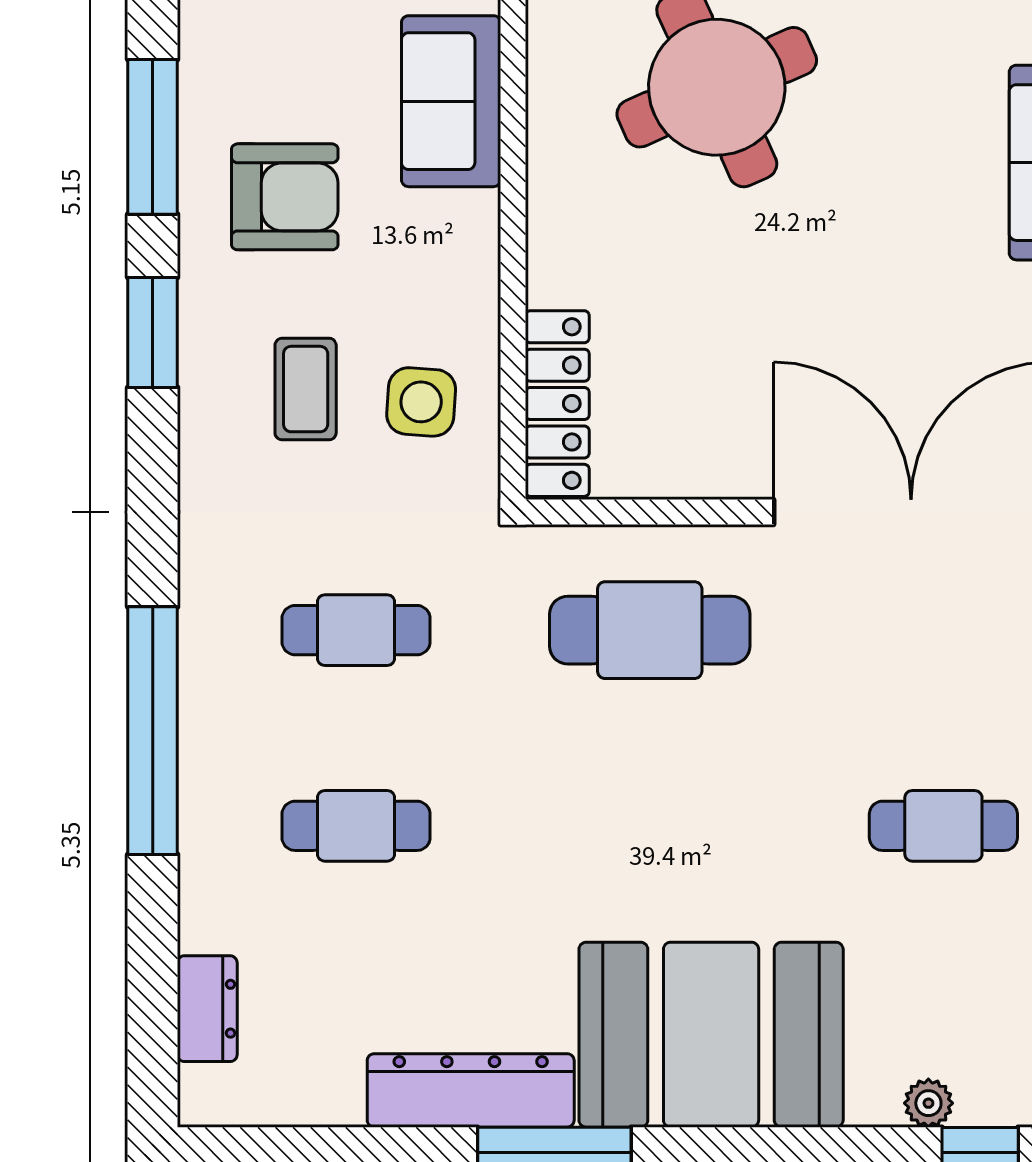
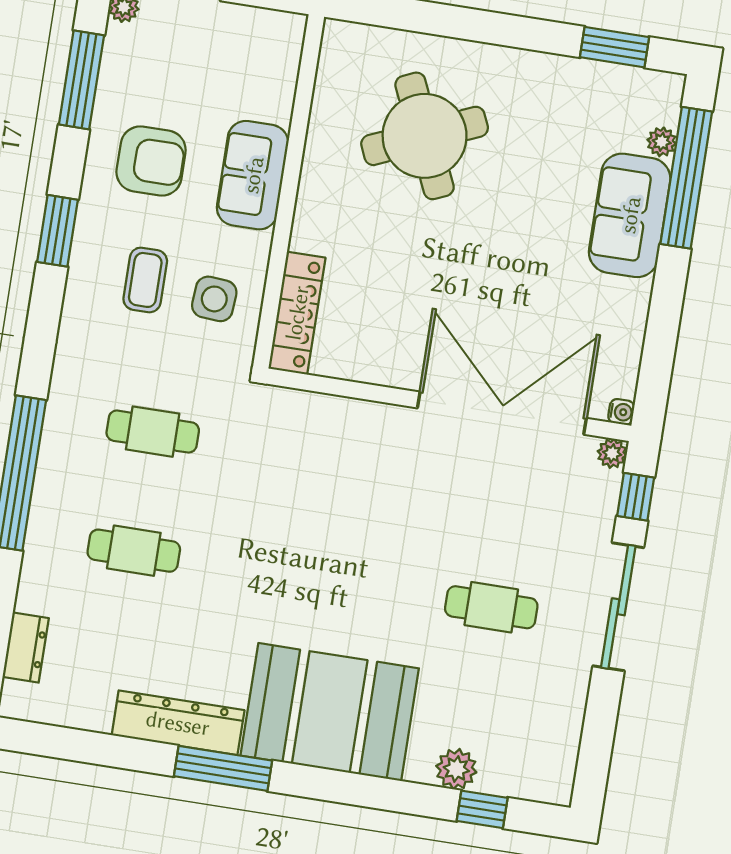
sofa: (451, 101) -> (253, 175), moved
window: (153, 137) -> (81, 80), moved
cafe table: (650, 630) -> (331, 460), removed
plant: (928, 1103) -> (456, 769), width x1.38, depth x1.38

